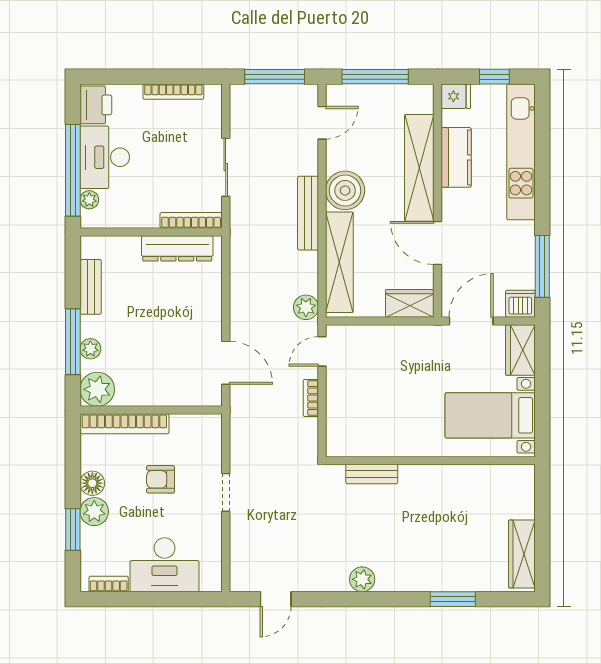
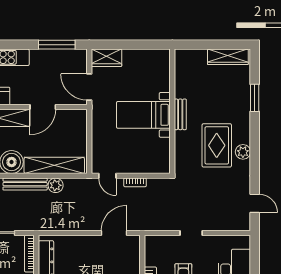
wardrobe: (410, 303) -> (79, 124), removed
dishwasher: (520, 304) -> (79, 58), removed
plant: (306, 307) -> (56, 185), moved
bed with nightstands: (490, 415) -> (143, 115), moved, turned 90
bench: (372, 474) -> (180, 114), moved
rug: (373, 535) -> (217, 145), added

